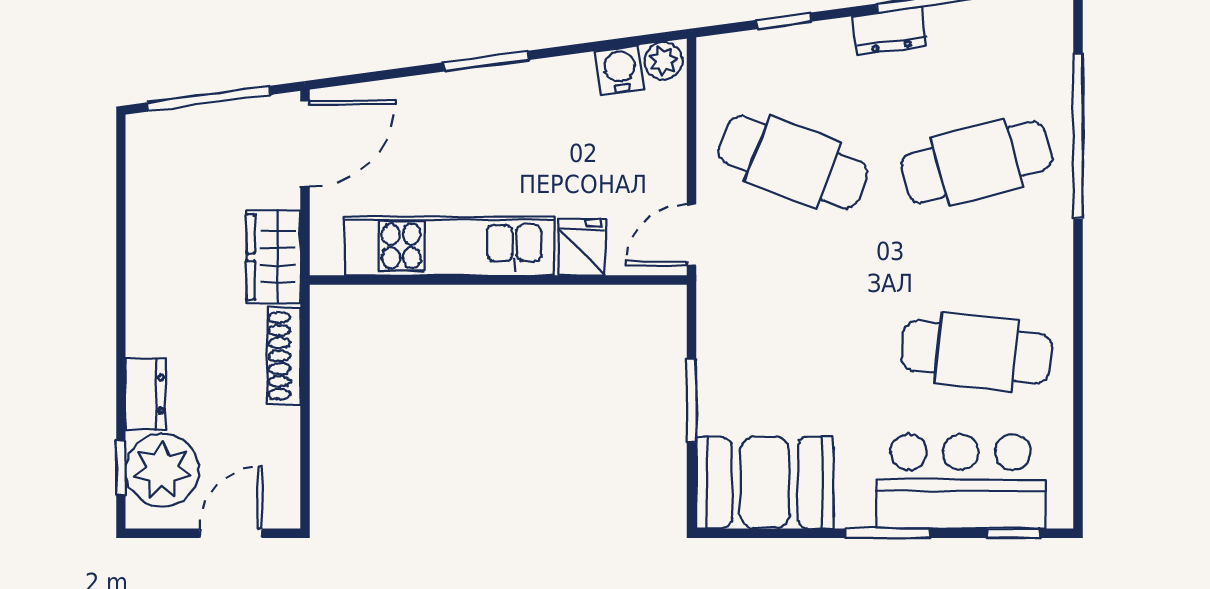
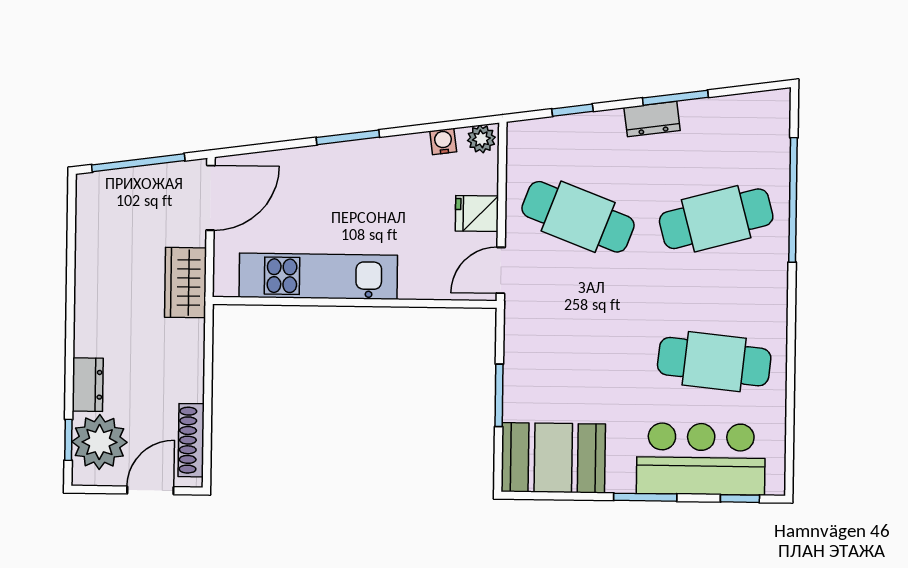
water cooler: (620, 70) -> (443, 141), width x0.72, depth x0.72
fridge: (582, 247) -> (477, 214), moved, turned -90
shoe rack: (284, 356) -> (191, 440), moved

